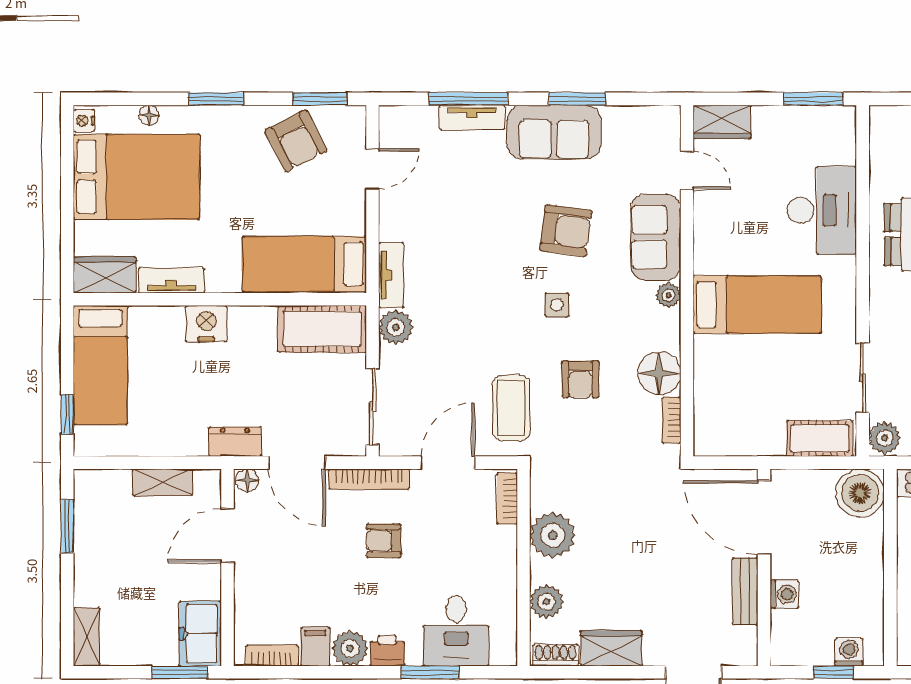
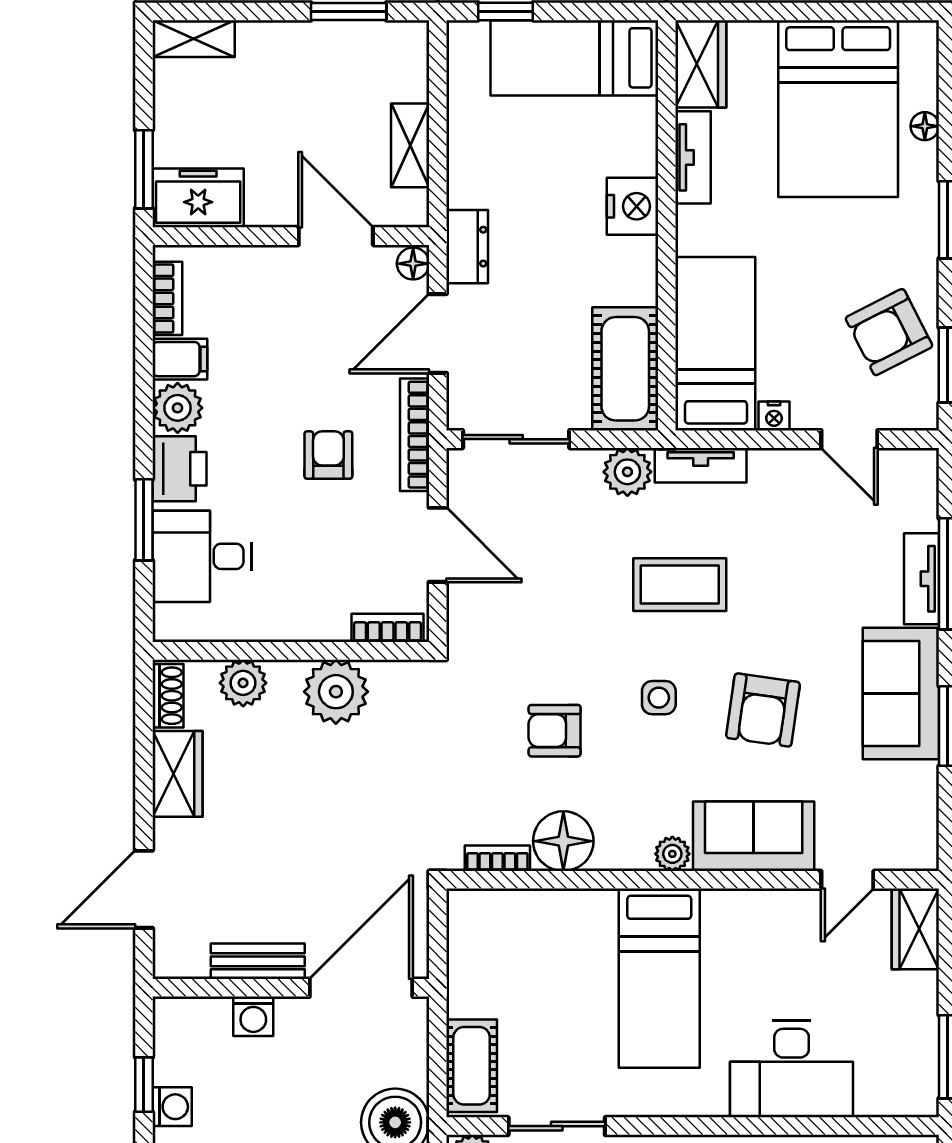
nightstand: (84, 121) -> (774, 416), moved, turned 180
coffee table: (511, 408) -> (680, 585), moved
printer: (387, 651) -> (179, 469), width x1.36, depth x1.24

